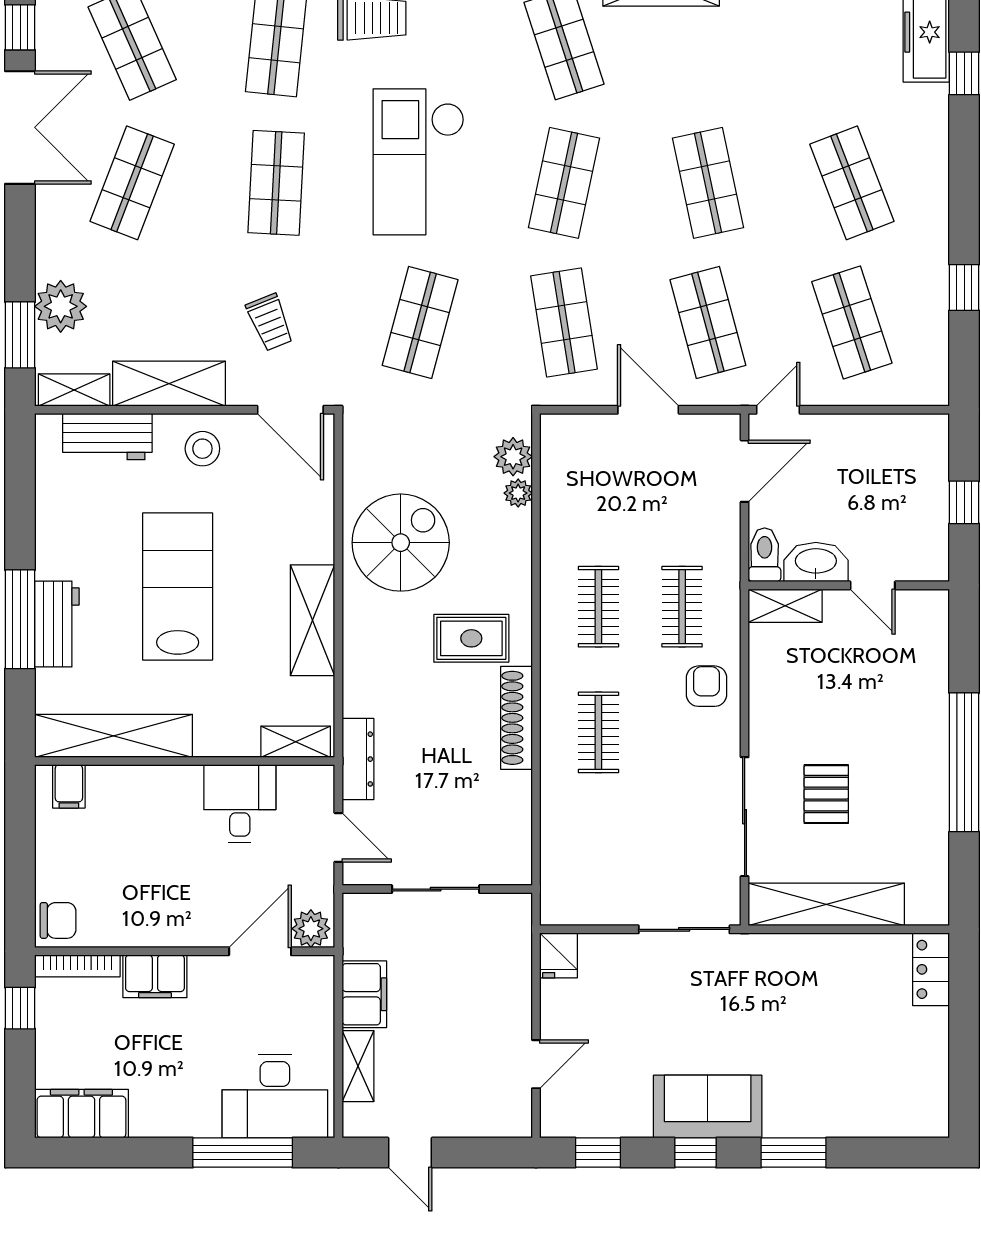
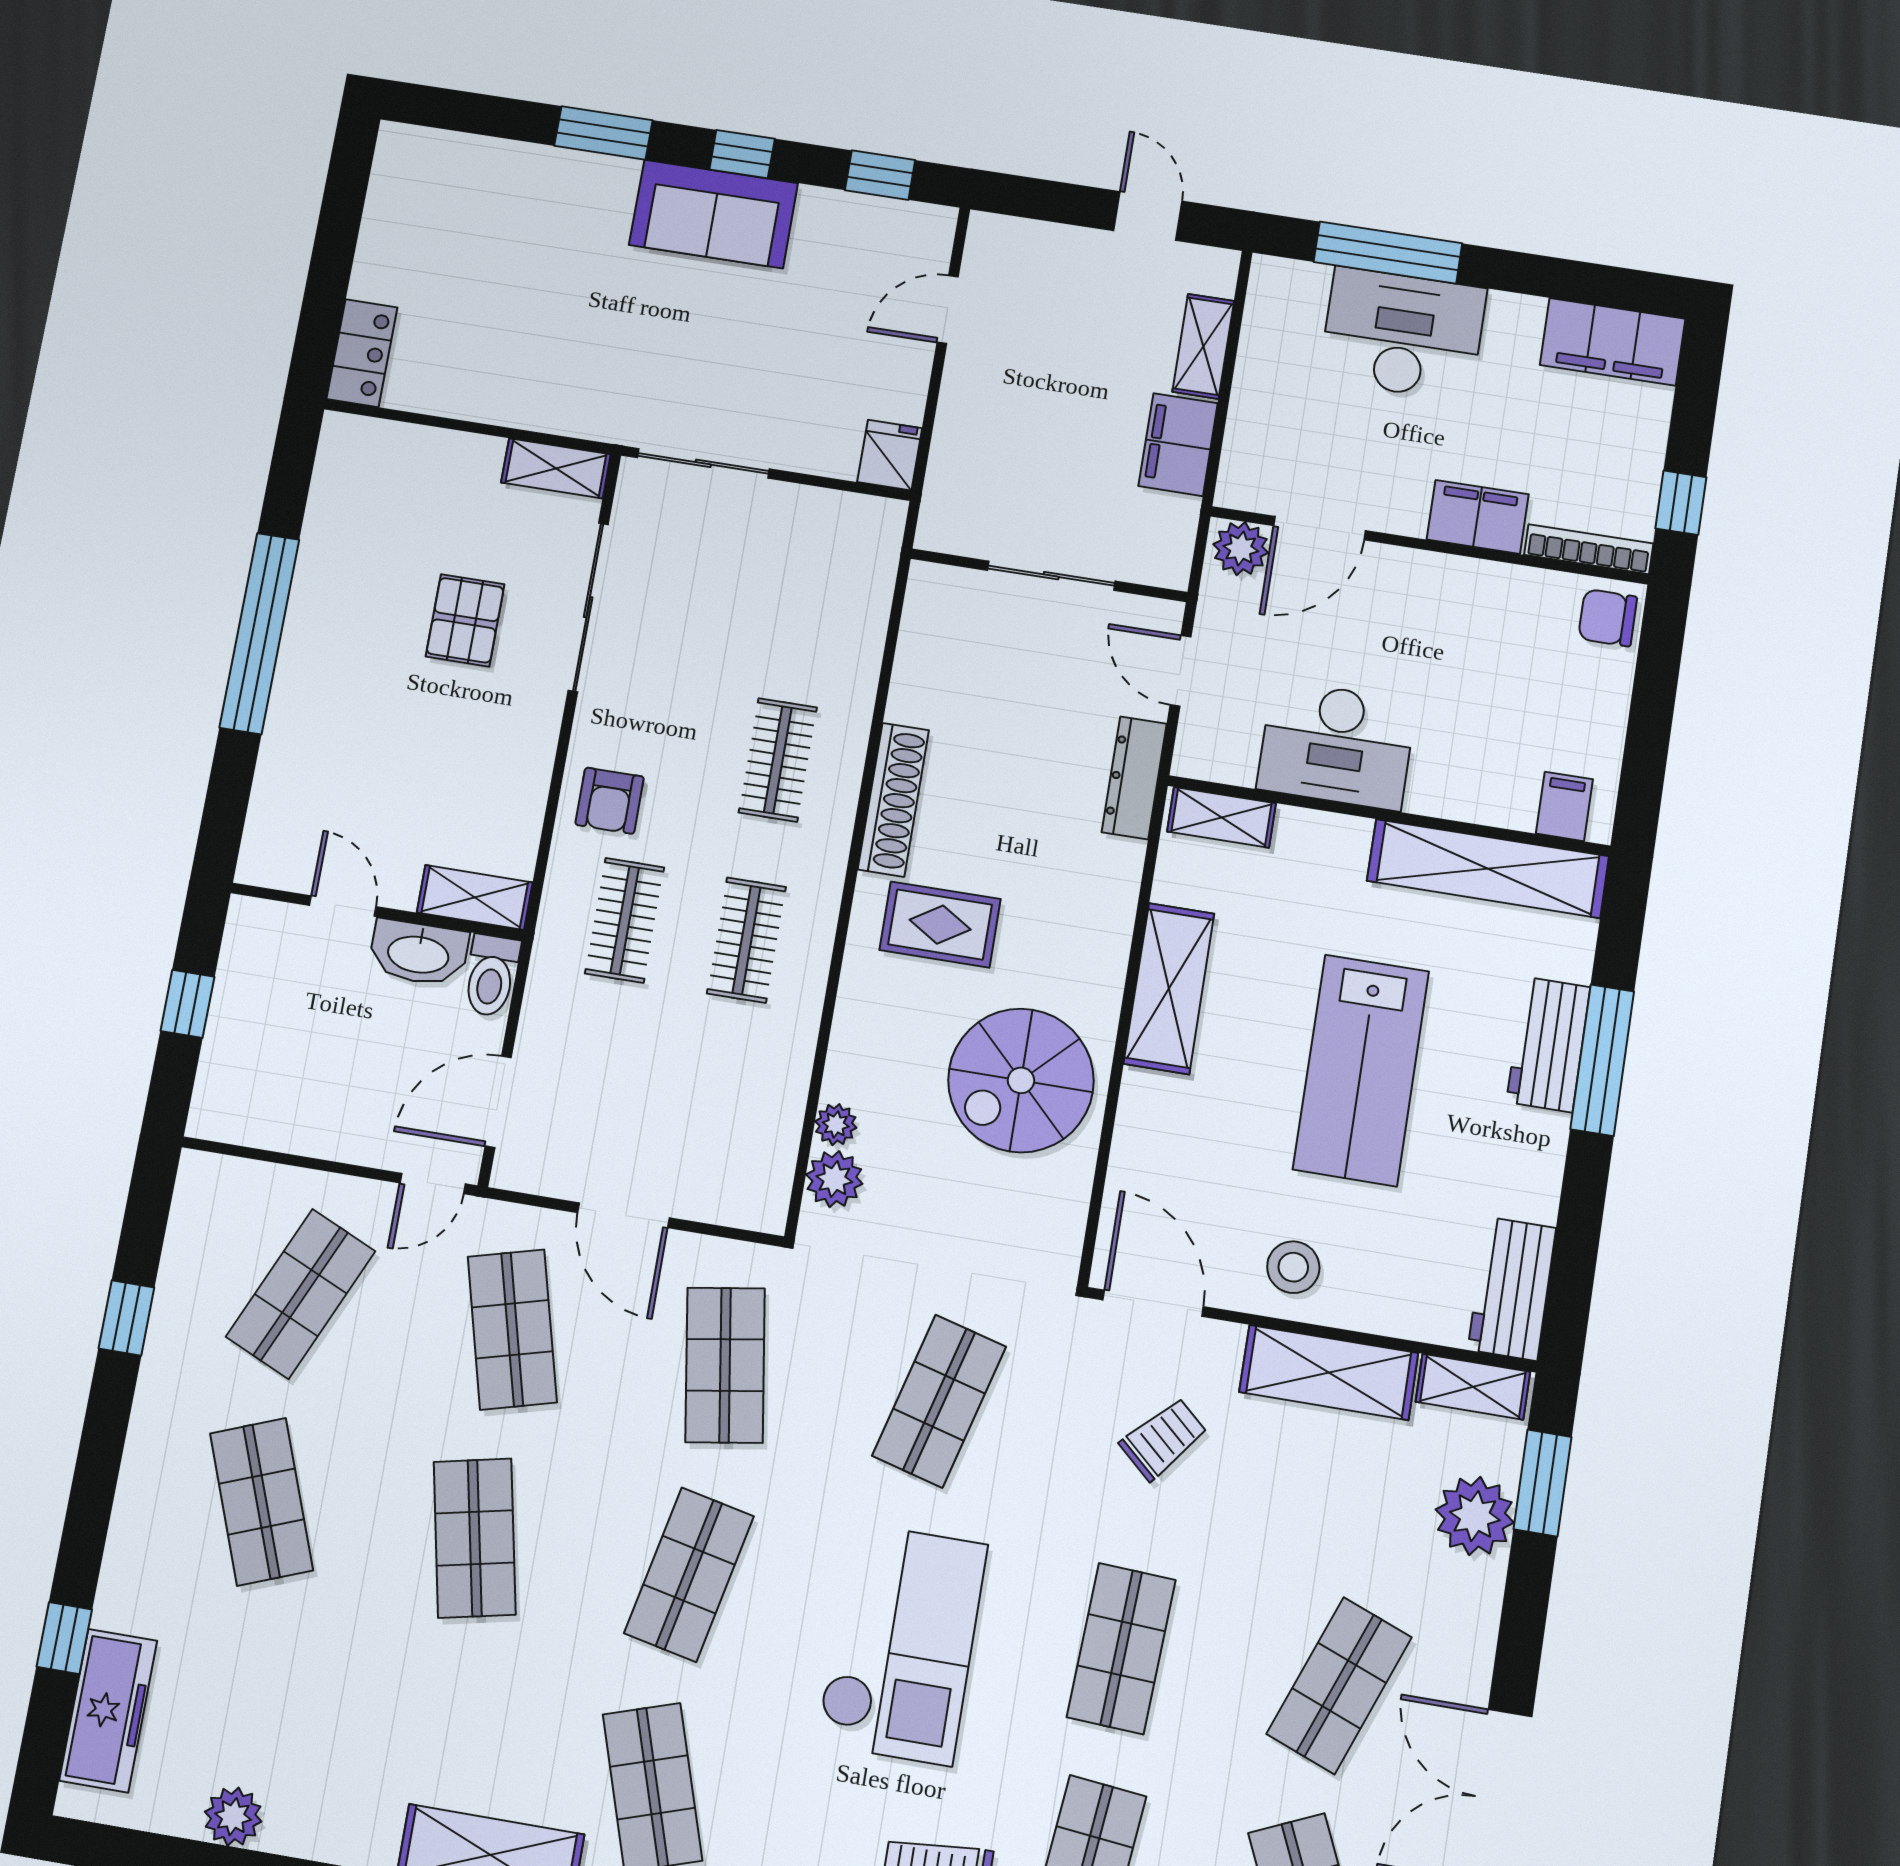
trolley: (270, 322) -> (1163, 1439), turned 64
shop shelf: (852, 322) -> (301, 1294), turned 42
workbench: (107, 437) -> (1512, 1289), moved, turned -90
desk: (240, 803) -> (1336, 745), width x1.37
shelving: (826, 904) -> (556, 468), width x0.45, depth x0.75
desk: (275, 1096) -> (1403, 334), moved

